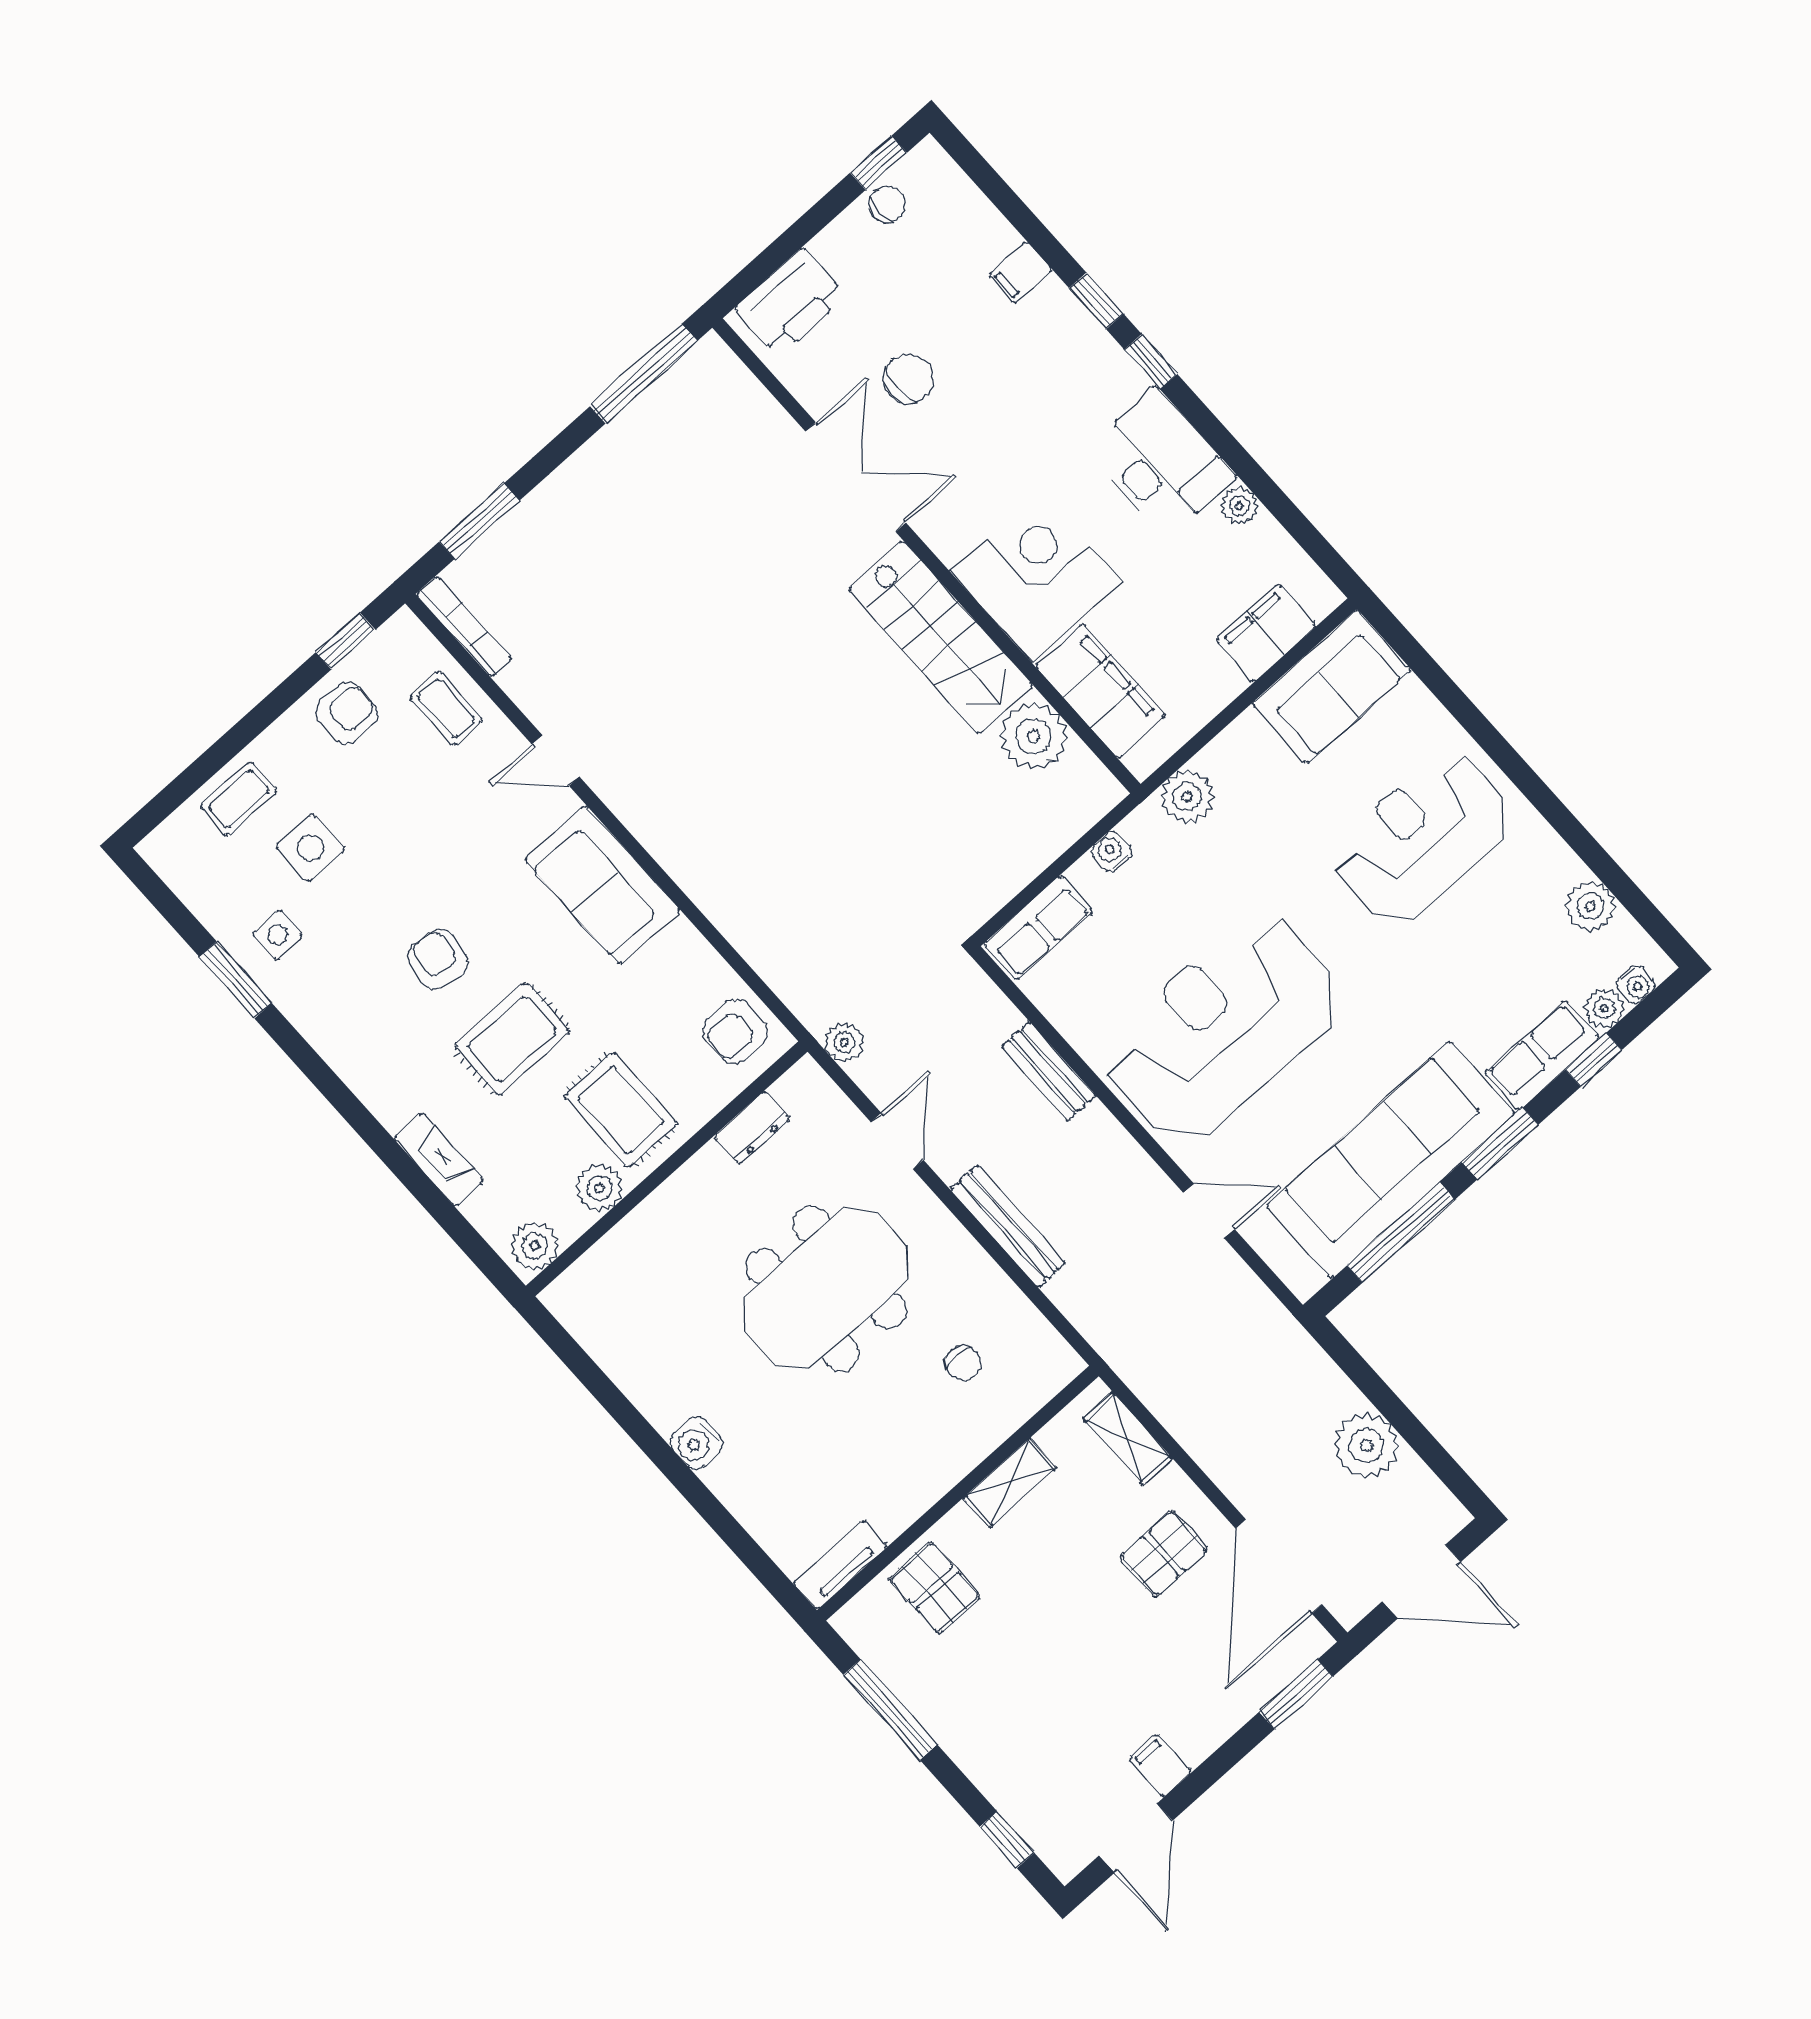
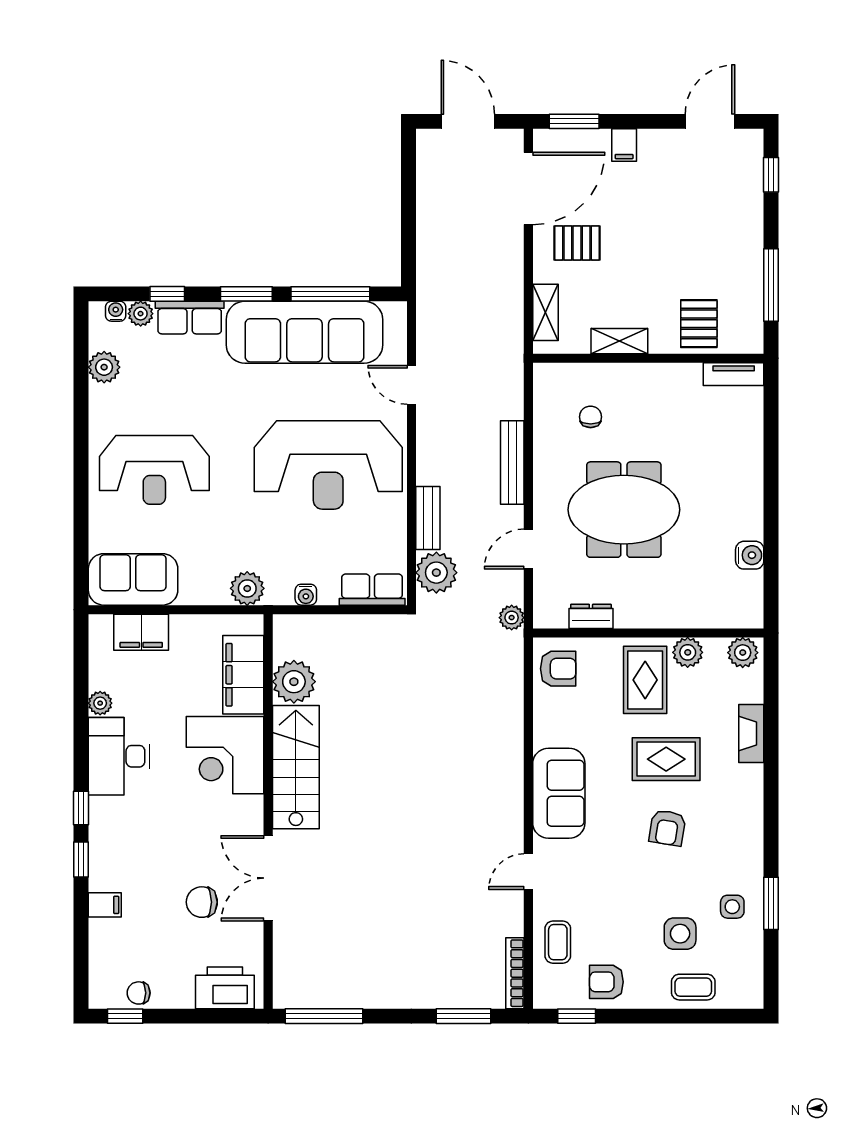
door: (556, 760) -> (528, 872), swing flipped
water cooler: (696, 1443) -> (750, 555), moved
plant: (1366, 1446) -> (436, 573), moved
filing cabinet: (1160, 1766) -> (624, 145), moved

